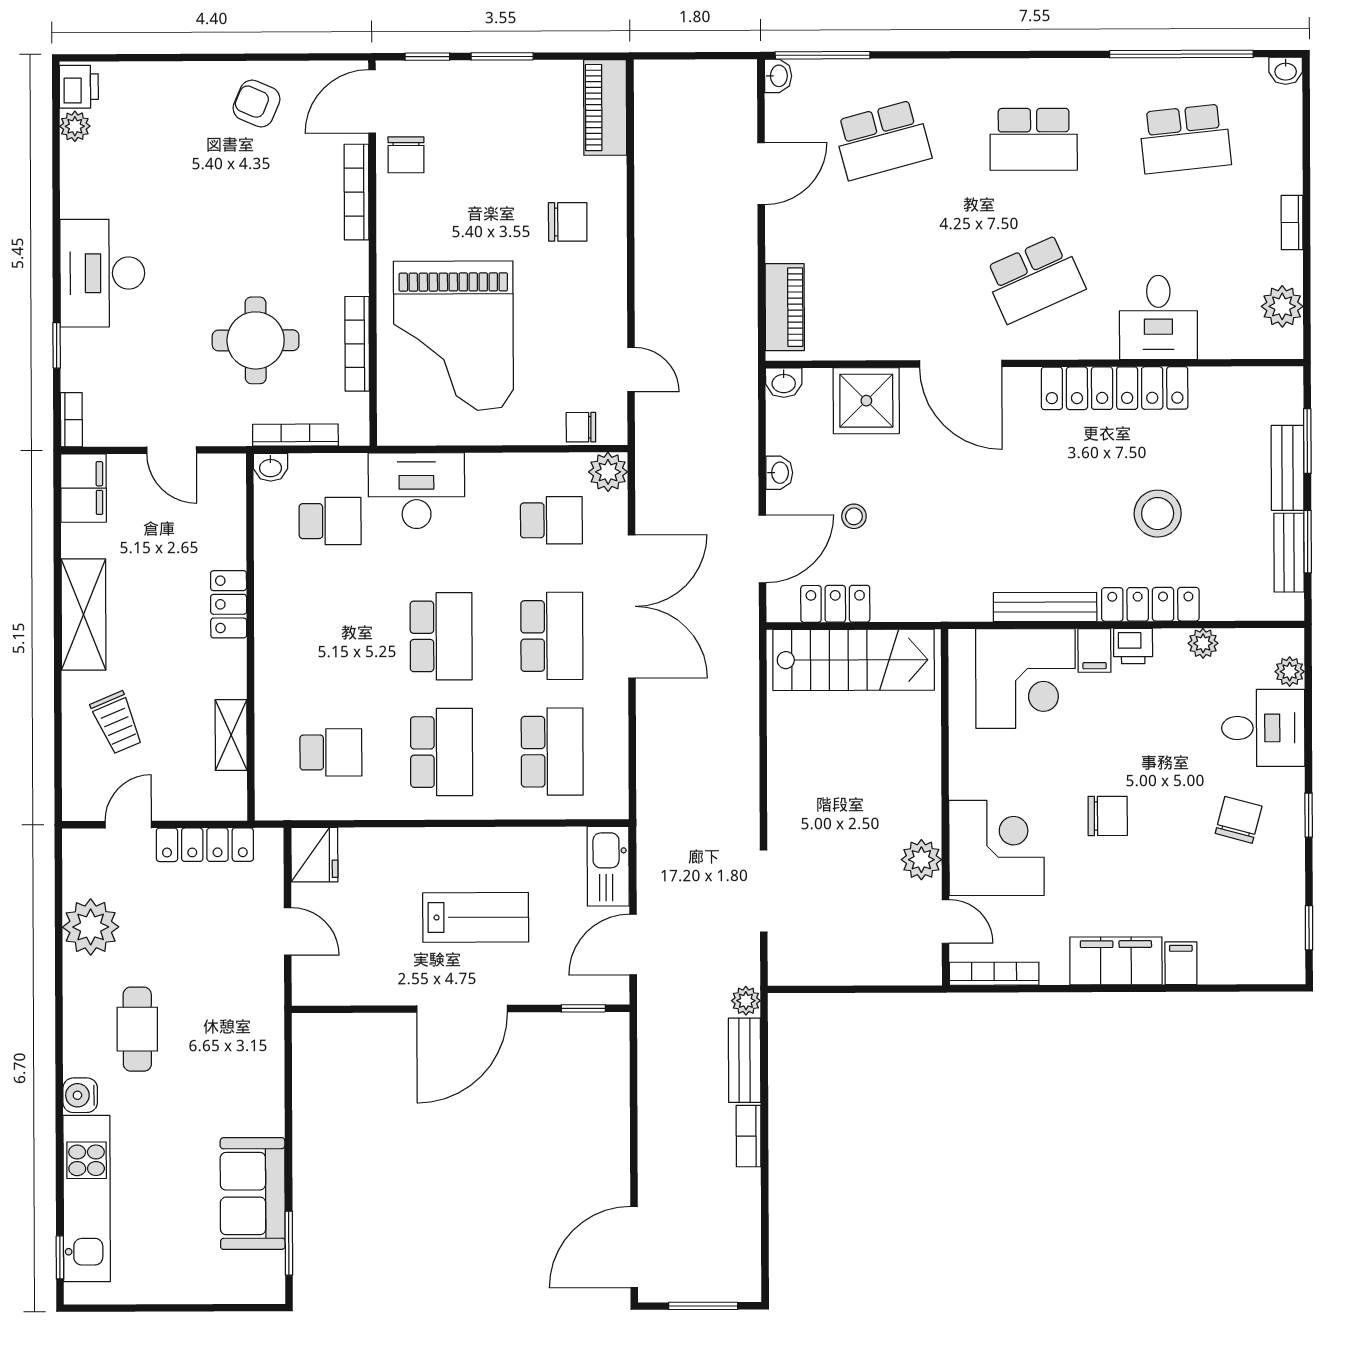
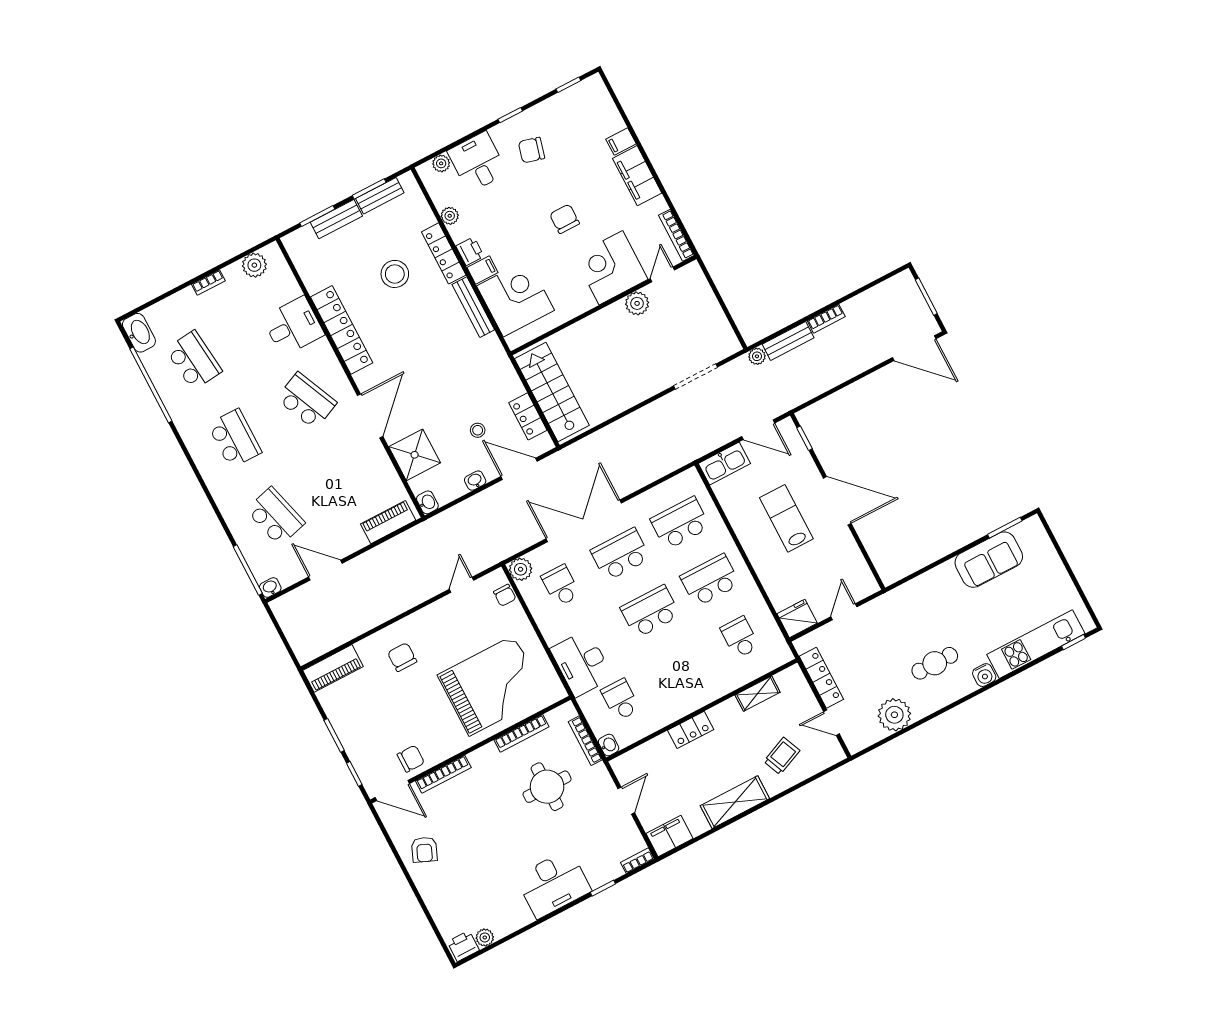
washbasin: (1286, 71) -> (139, 333), width x1.91, depth x1.45

